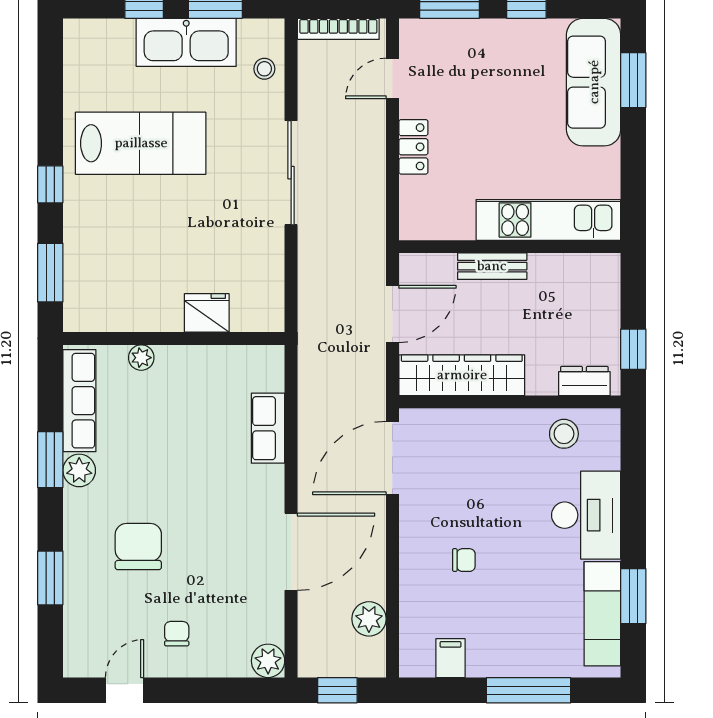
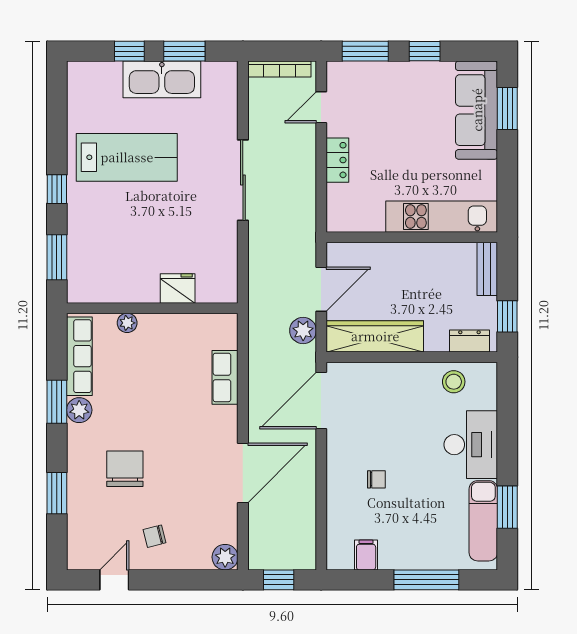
stool: (264, 69) -> (222, 100), removed
bench: (492, 266) -> (487, 269), moved, turned 90
plant: (369, 619) -> (303, 330), moved
chair: (177, 634) -> (154, 536), turned -104

